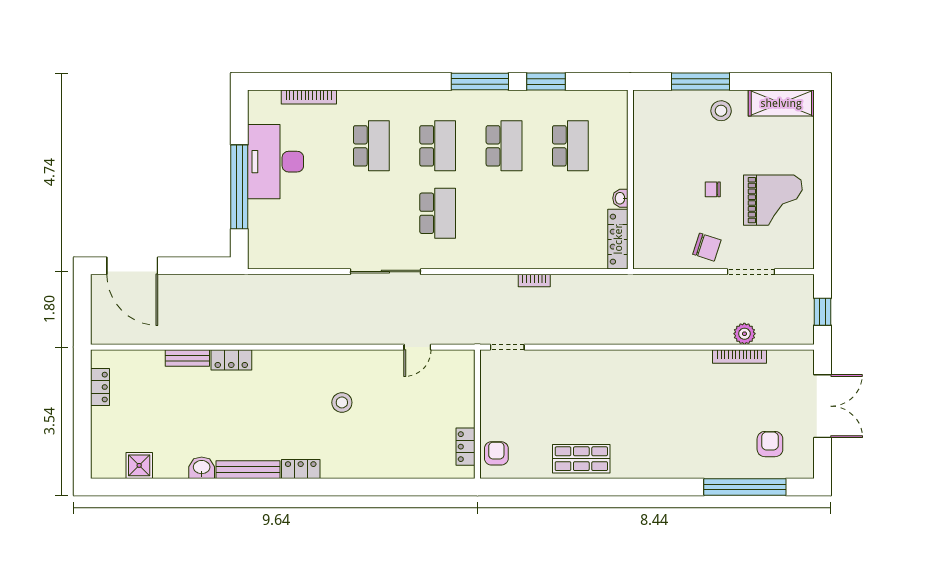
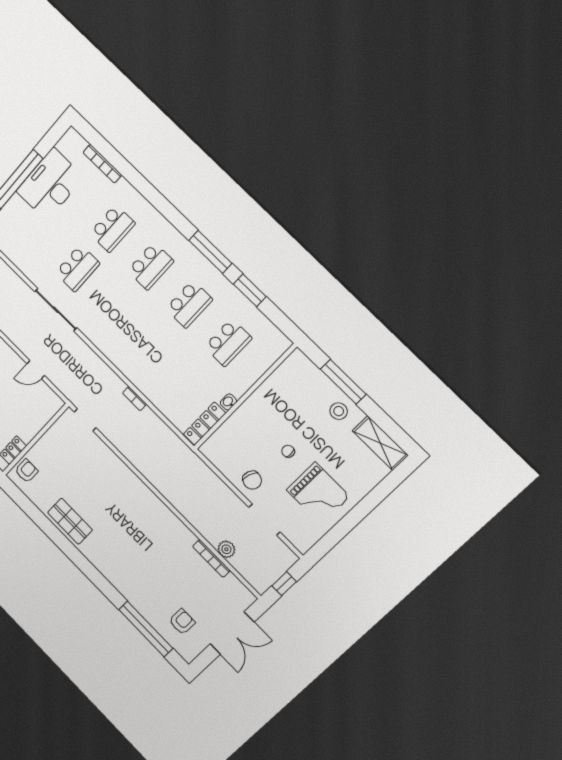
school desk: (438, 213) -> (77, 268), moved

